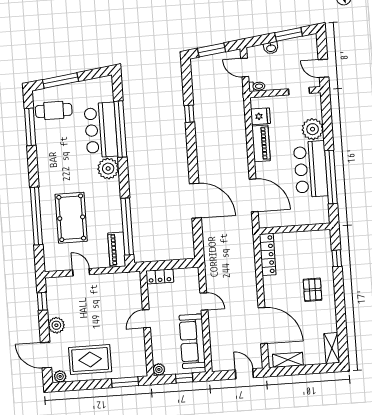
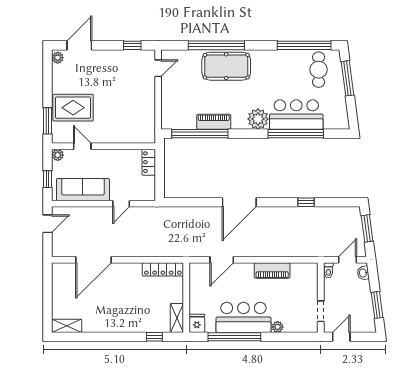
washbasin: (271, 48) -> (363, 273), moved
fridge: (260, 116) -> (197, 323), moved, turned 180
window: (30, 127) -> (304, 45), width x1.46
plant: (313, 129) -> (278, 327), width x0.53, depth x0.53
door: (254, 195) -> (222, 260), width x0.73
door: (195, 201) -> (239, 202), moved
pool table: (71, 218) -> (226, 66), moved
piano: (117, 250) -> (214, 122), moved
door: (81, 272) -> (158, 68), moved
pallet: (312, 290) -> (125, 311), removed
door: (146, 319) -> (82, 146), moved
plant: (56, 325) -> (108, 58), removed
rug: (90, 360) -> (73, 108), moved, turned 90
shelving: (288, 360) -> (177, 318), moved
door: (244, 374) -> (48, 224), moved

